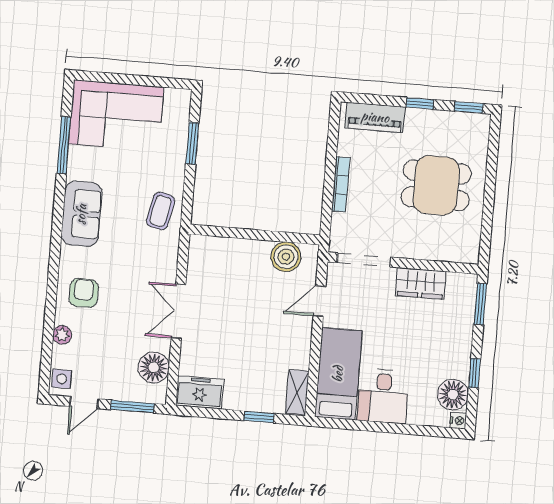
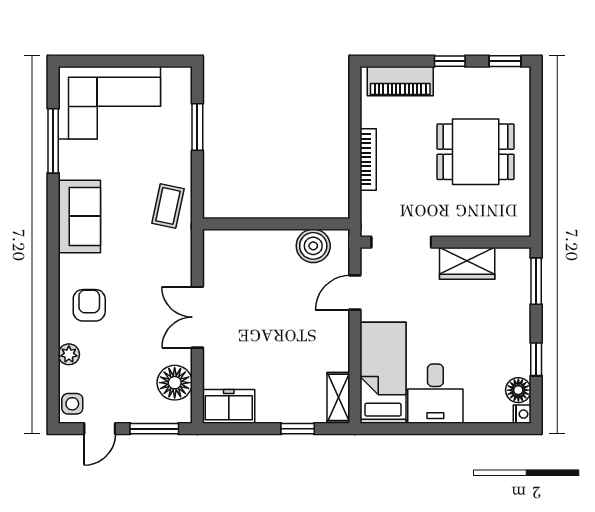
floor lamp: (453, 395) -> (518, 390), width x0.73, depth x0.73

